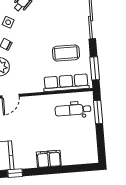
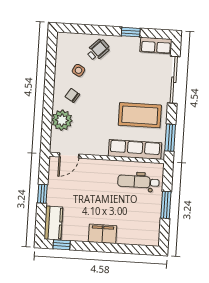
coffee table: (66, 53) -> (140, 115), width x1.36, depth x1.32
window: (98, 112) -> (166, 205), moved

